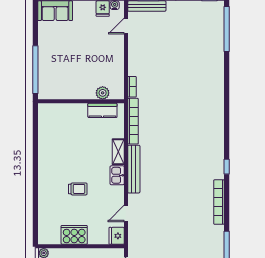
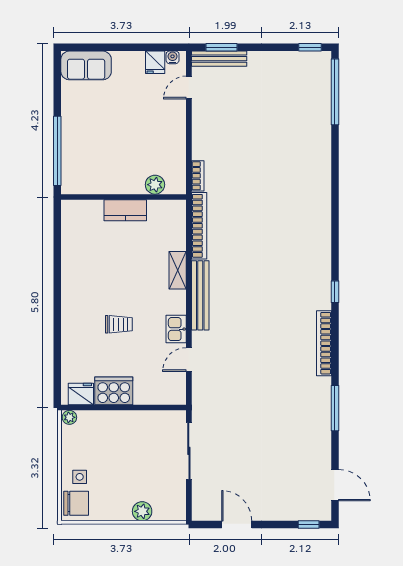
kitchen counter: (102, 110) -> (125, 210), moved
kitchen sink: (117, 175) -> (176, 329), moved
fridge: (117, 236) -> (81, 394), moved, turned 90

